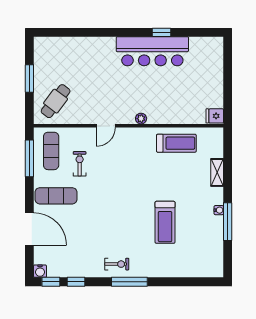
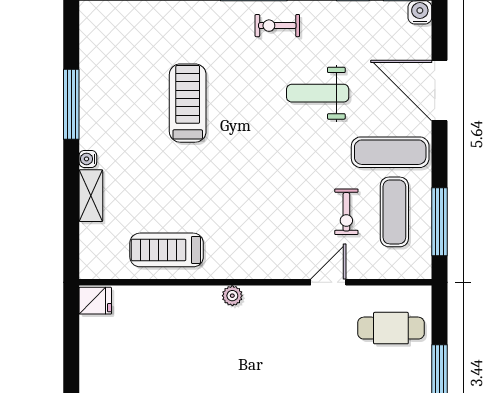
cafe table: (56, 101) -> (391, 328), turned 53
door: (106, 126) -> (328, 282), moved
exercise mat: (51, 151) -> (394, 212), moved
water cooler: (219, 210) -> (88, 159), moved
weight bench: (95, 228) -> (318, 93), added

